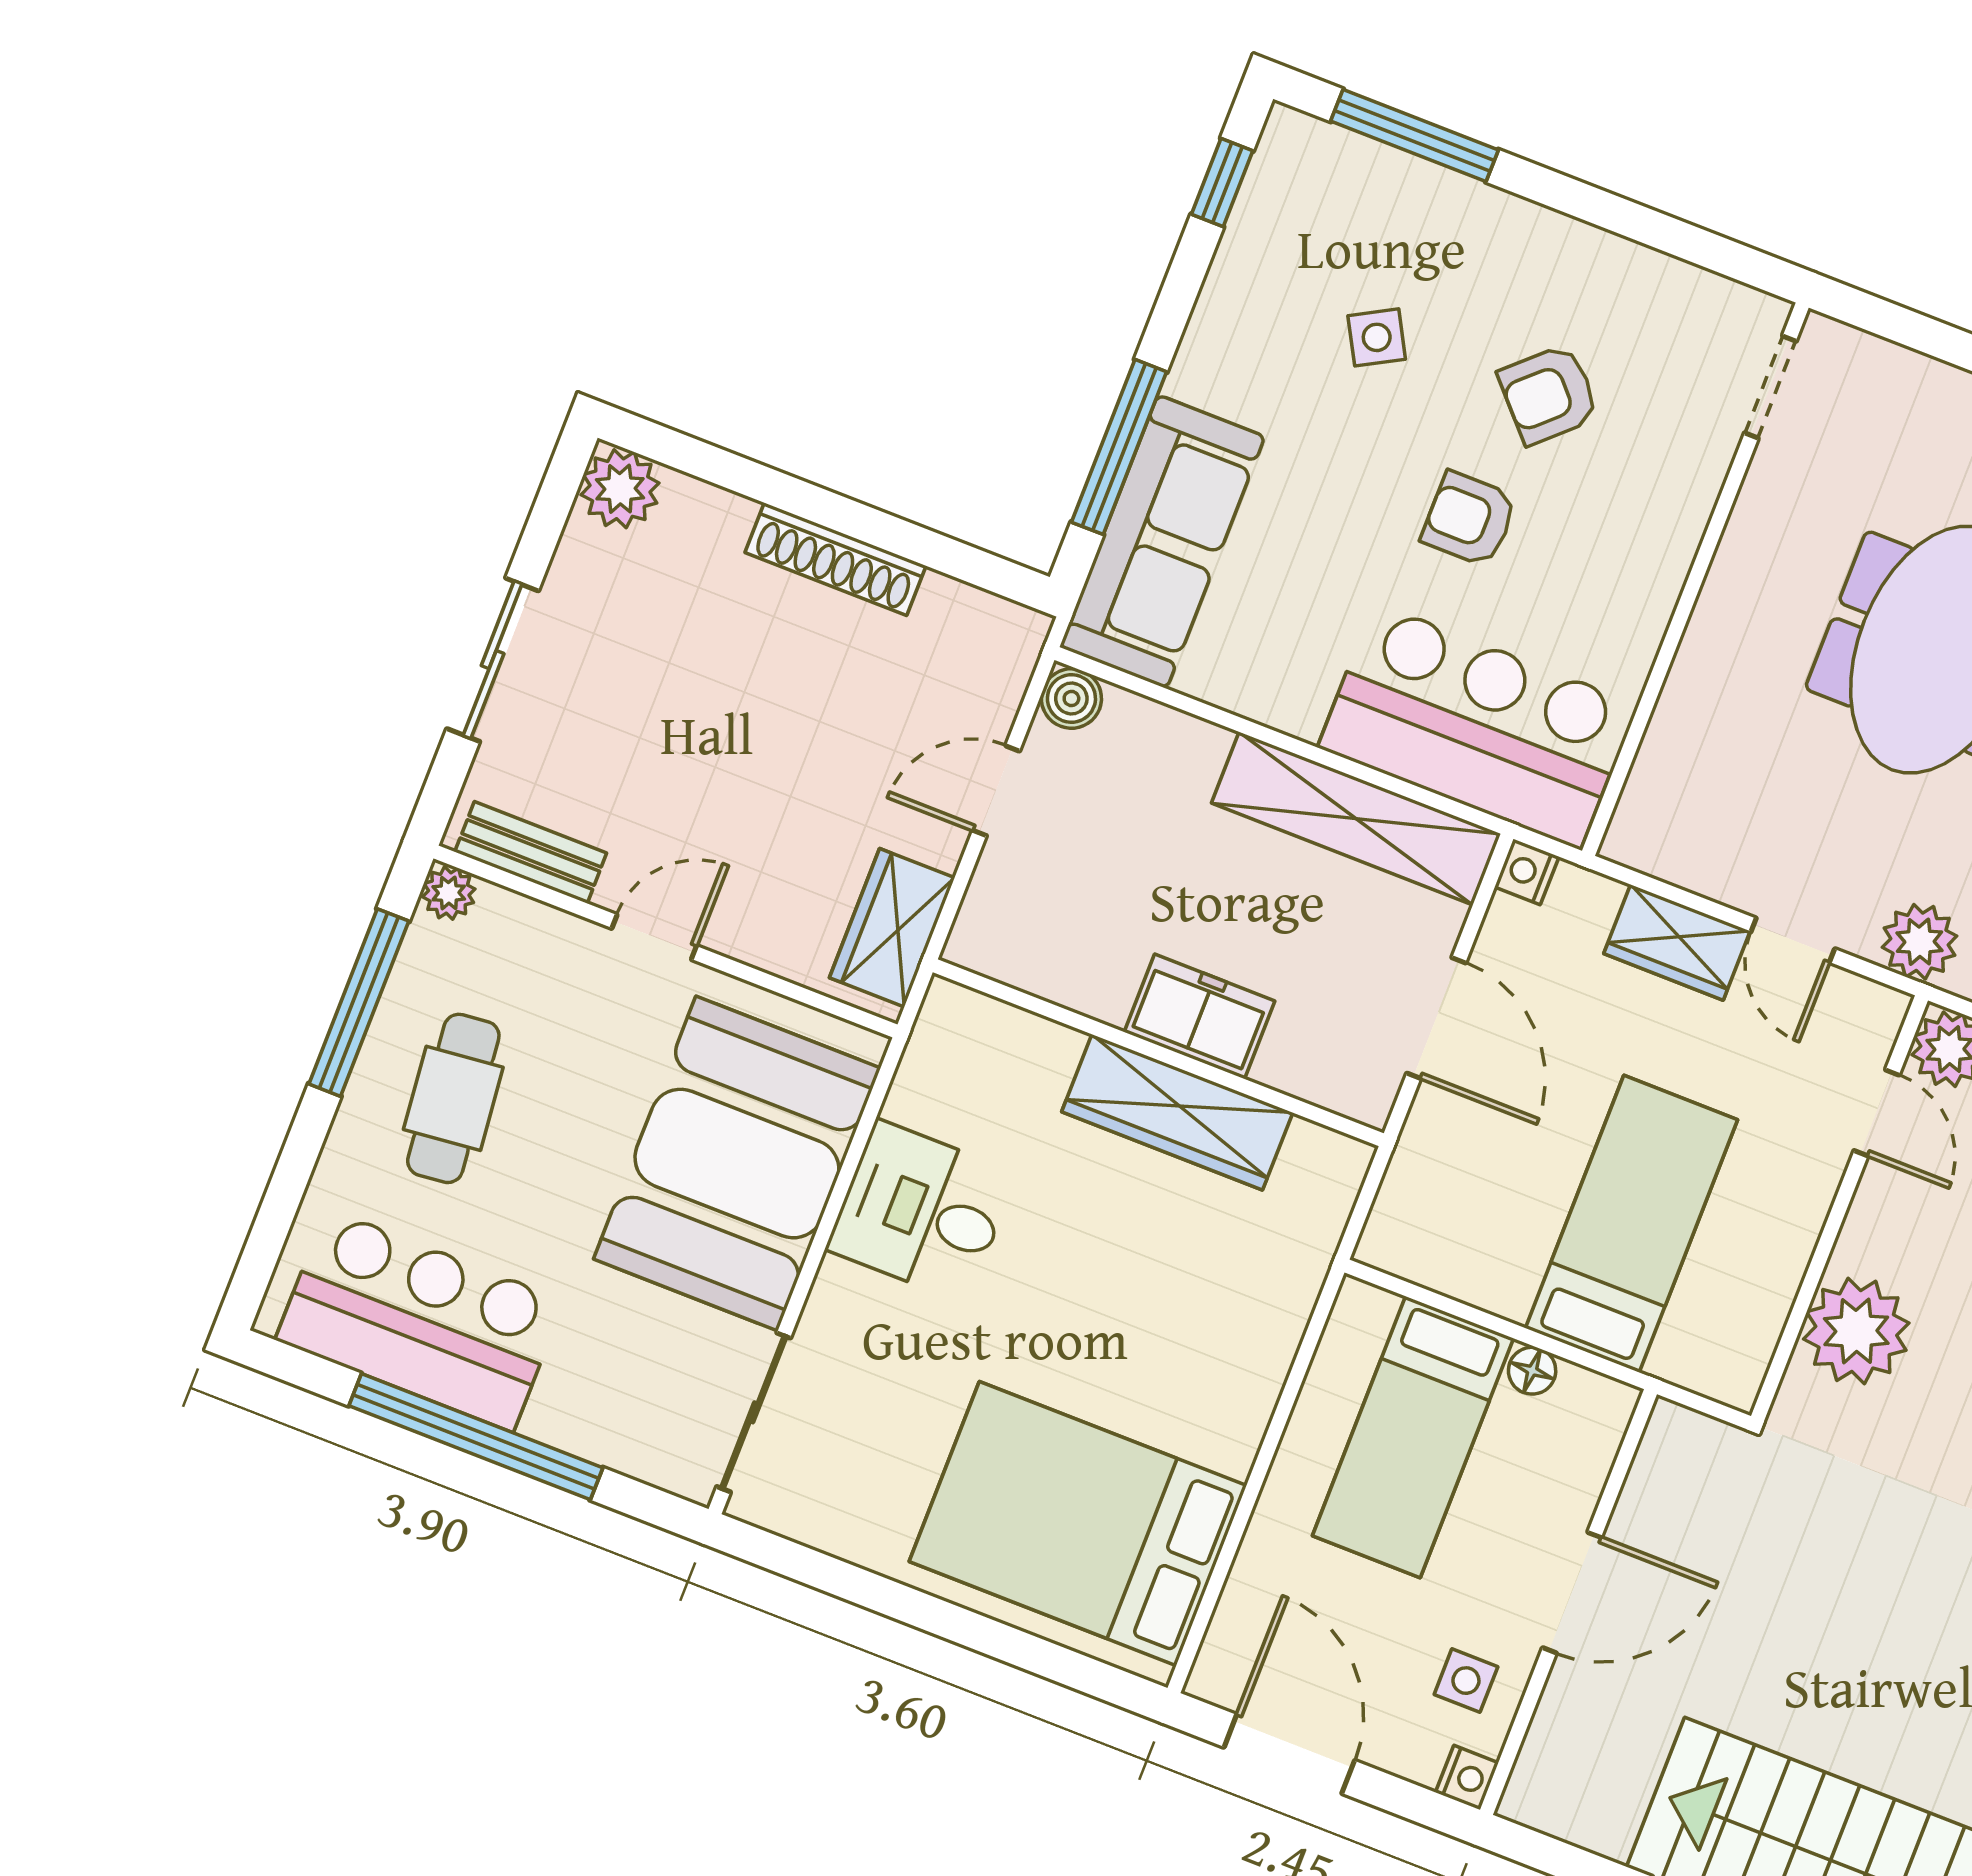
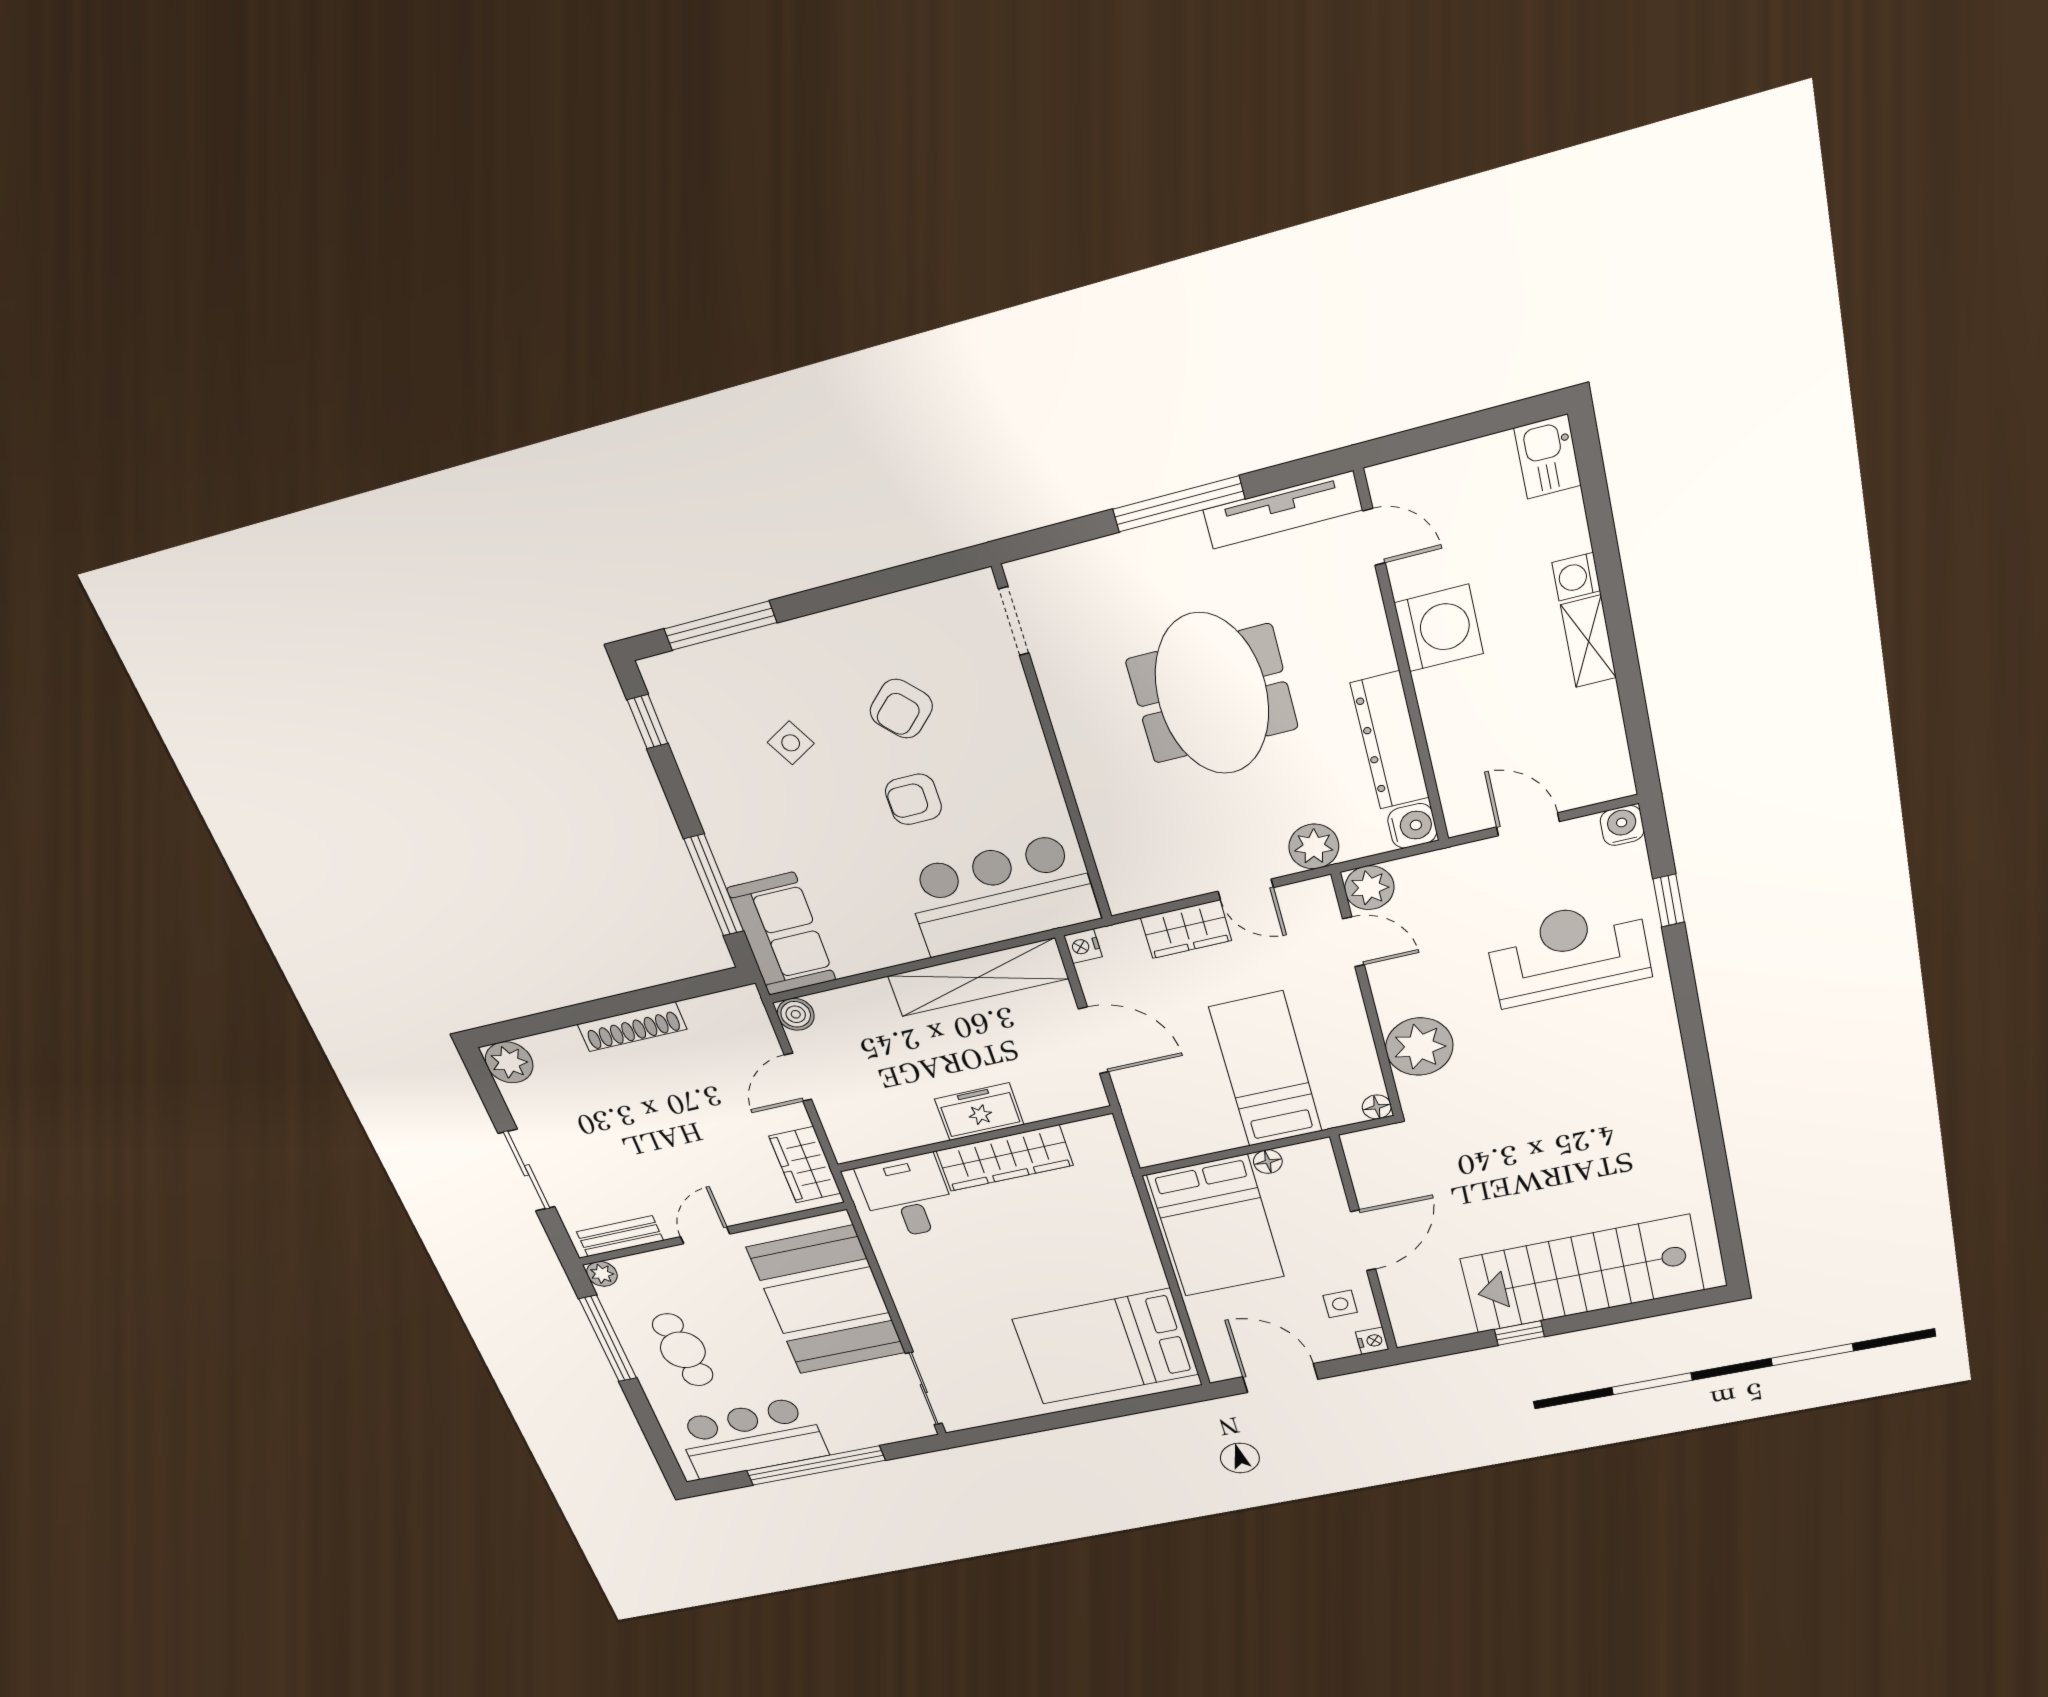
sofa: (1162, 542) -> (782, 934), width x0.73
desk: (921, 1211) -> (907, 1197), moved, turned 90
floor lamp: (1738, 1386) -> (1377, 1107), added
bed: (1413, 1437) -> (1216, 1226), width x1.50

